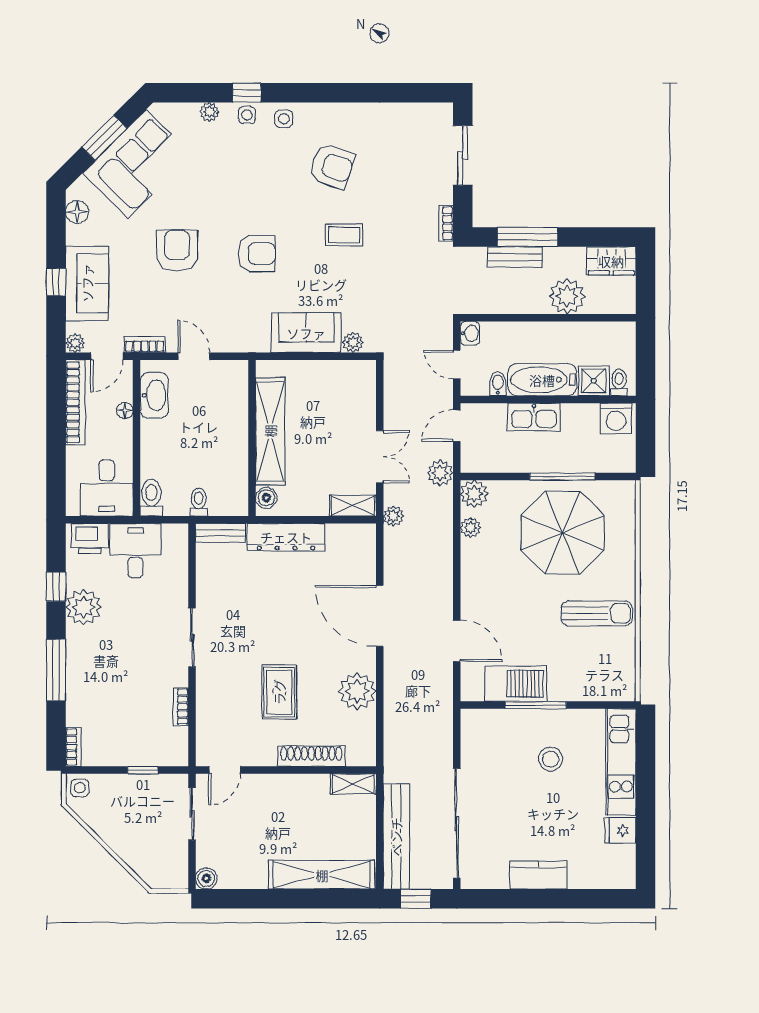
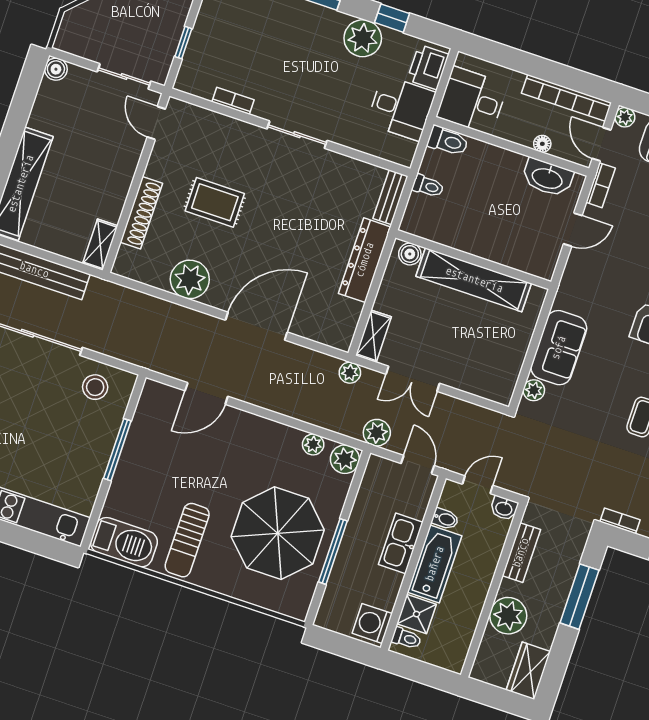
bench: (515, 257) -> (521, 553), moved
barbecue: (516, 684) -> (124, 542), moved, turned -90
stool: (551, 759) -> (95, 387), moved

